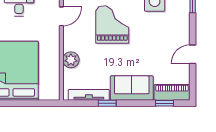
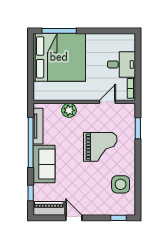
door: (61, 16) -> (107, 102), swing flipped
piano: (172, 92) -> (49, 208), moved, turned -90
window: (107, 103) -> (31, 142), width x3.17

